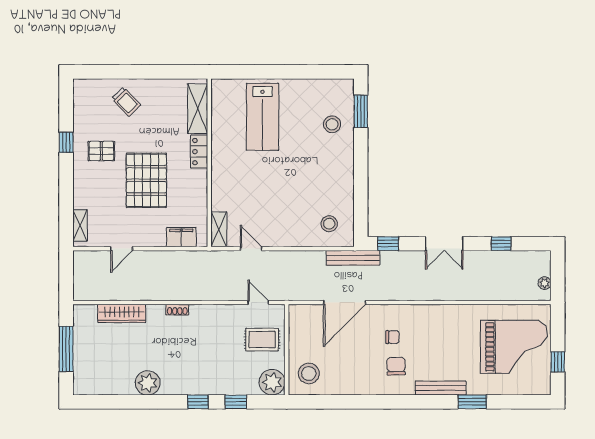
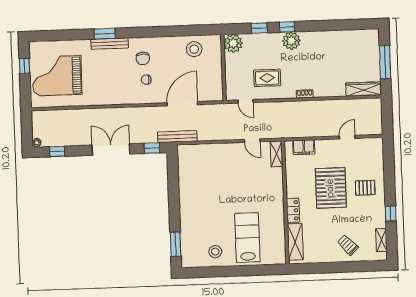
stool: (332, 124) -> (215, 252), moved
pallet: (101, 151) -> (365, 188), moved
stool: (329, 224) -> (196, 161), removed
shelving: (80, 225) -> (381, 240), moved
double door: (444, 244) -> (111, 150), width x1.37
window: (501, 244) -> (57, 152), moved
plant: (545, 283) -> (37, 143), moved
wardrobe: (122, 313) -> (364, 89), moved
rug: (262, 340) -> (267, 78), moved
stool: (309, 374) -> (194, 49), moved
plant: (148, 383) -> (291, 41), moved
window: (472, 402) -> (105, 34), moved

